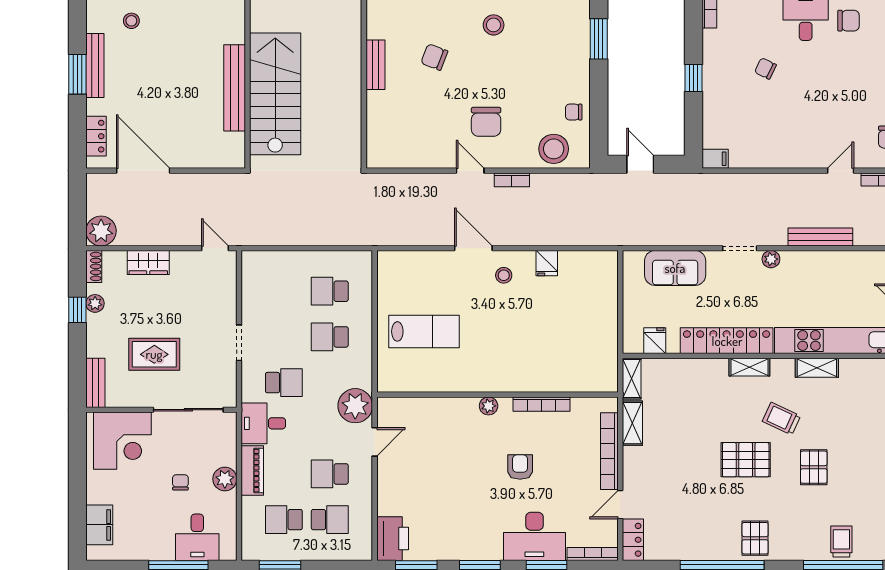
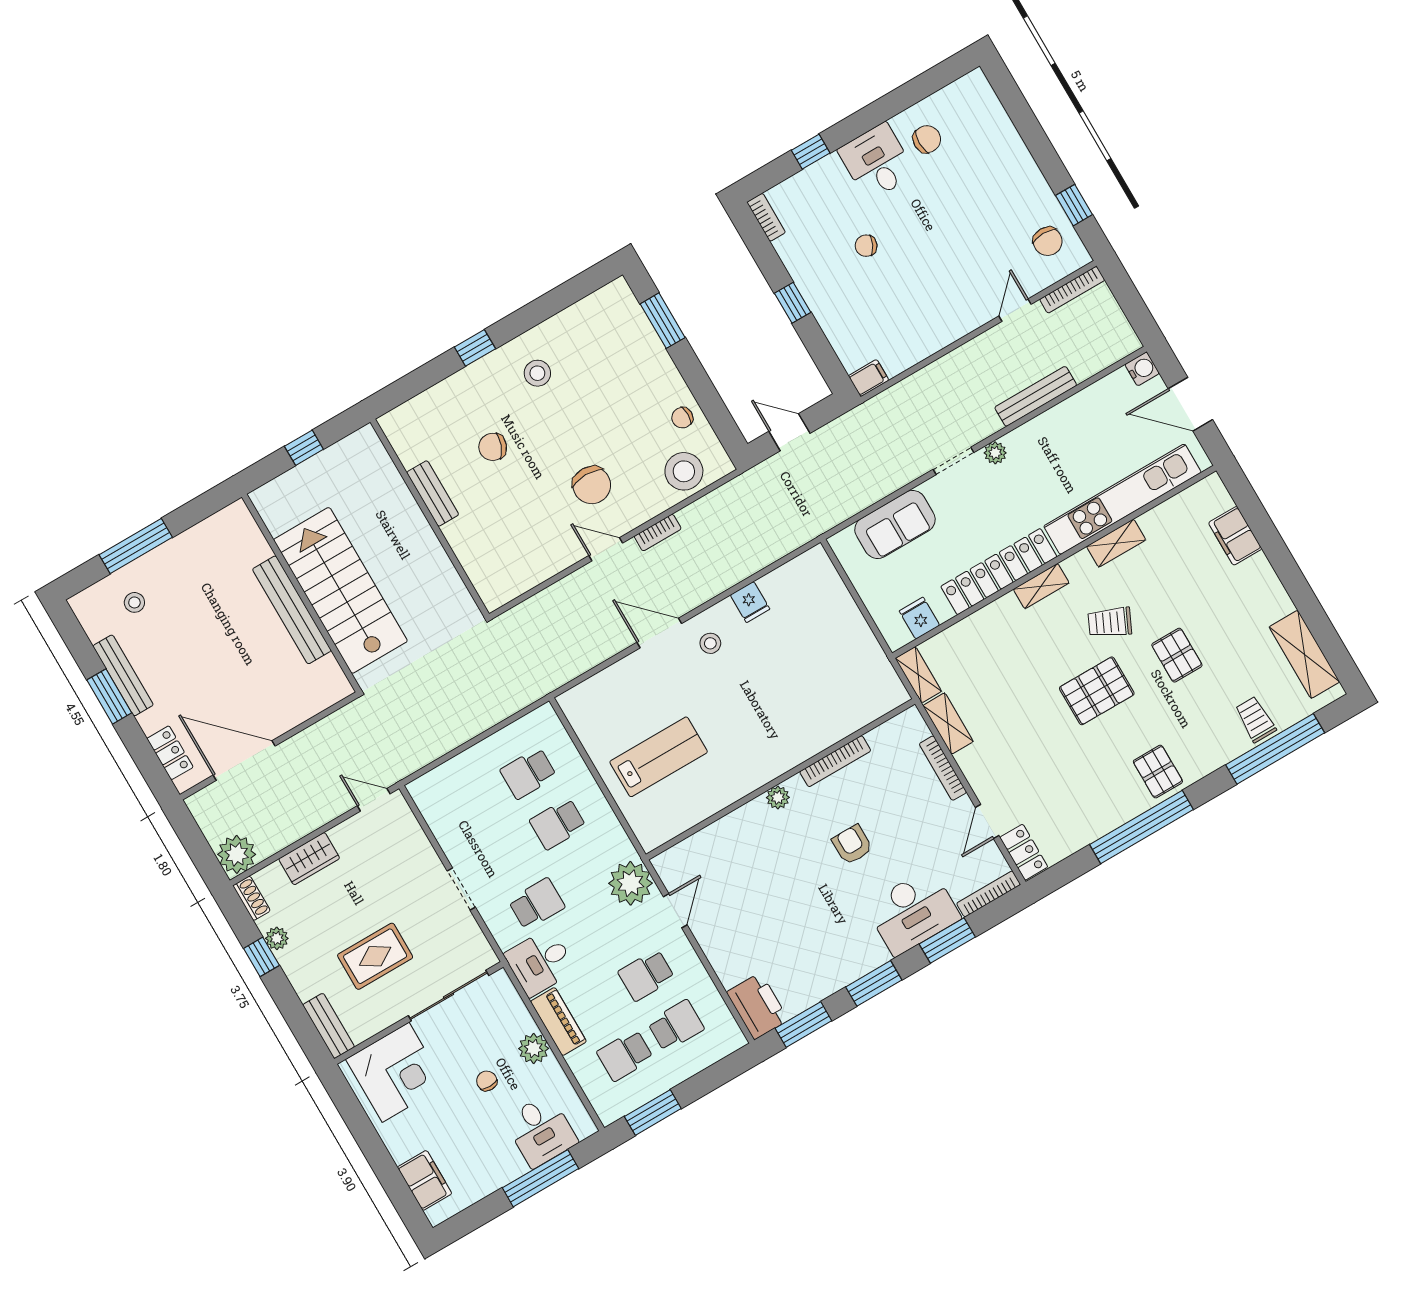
bookcase: (609, 451) -> (943, 768), width x0.68, depth x0.76

